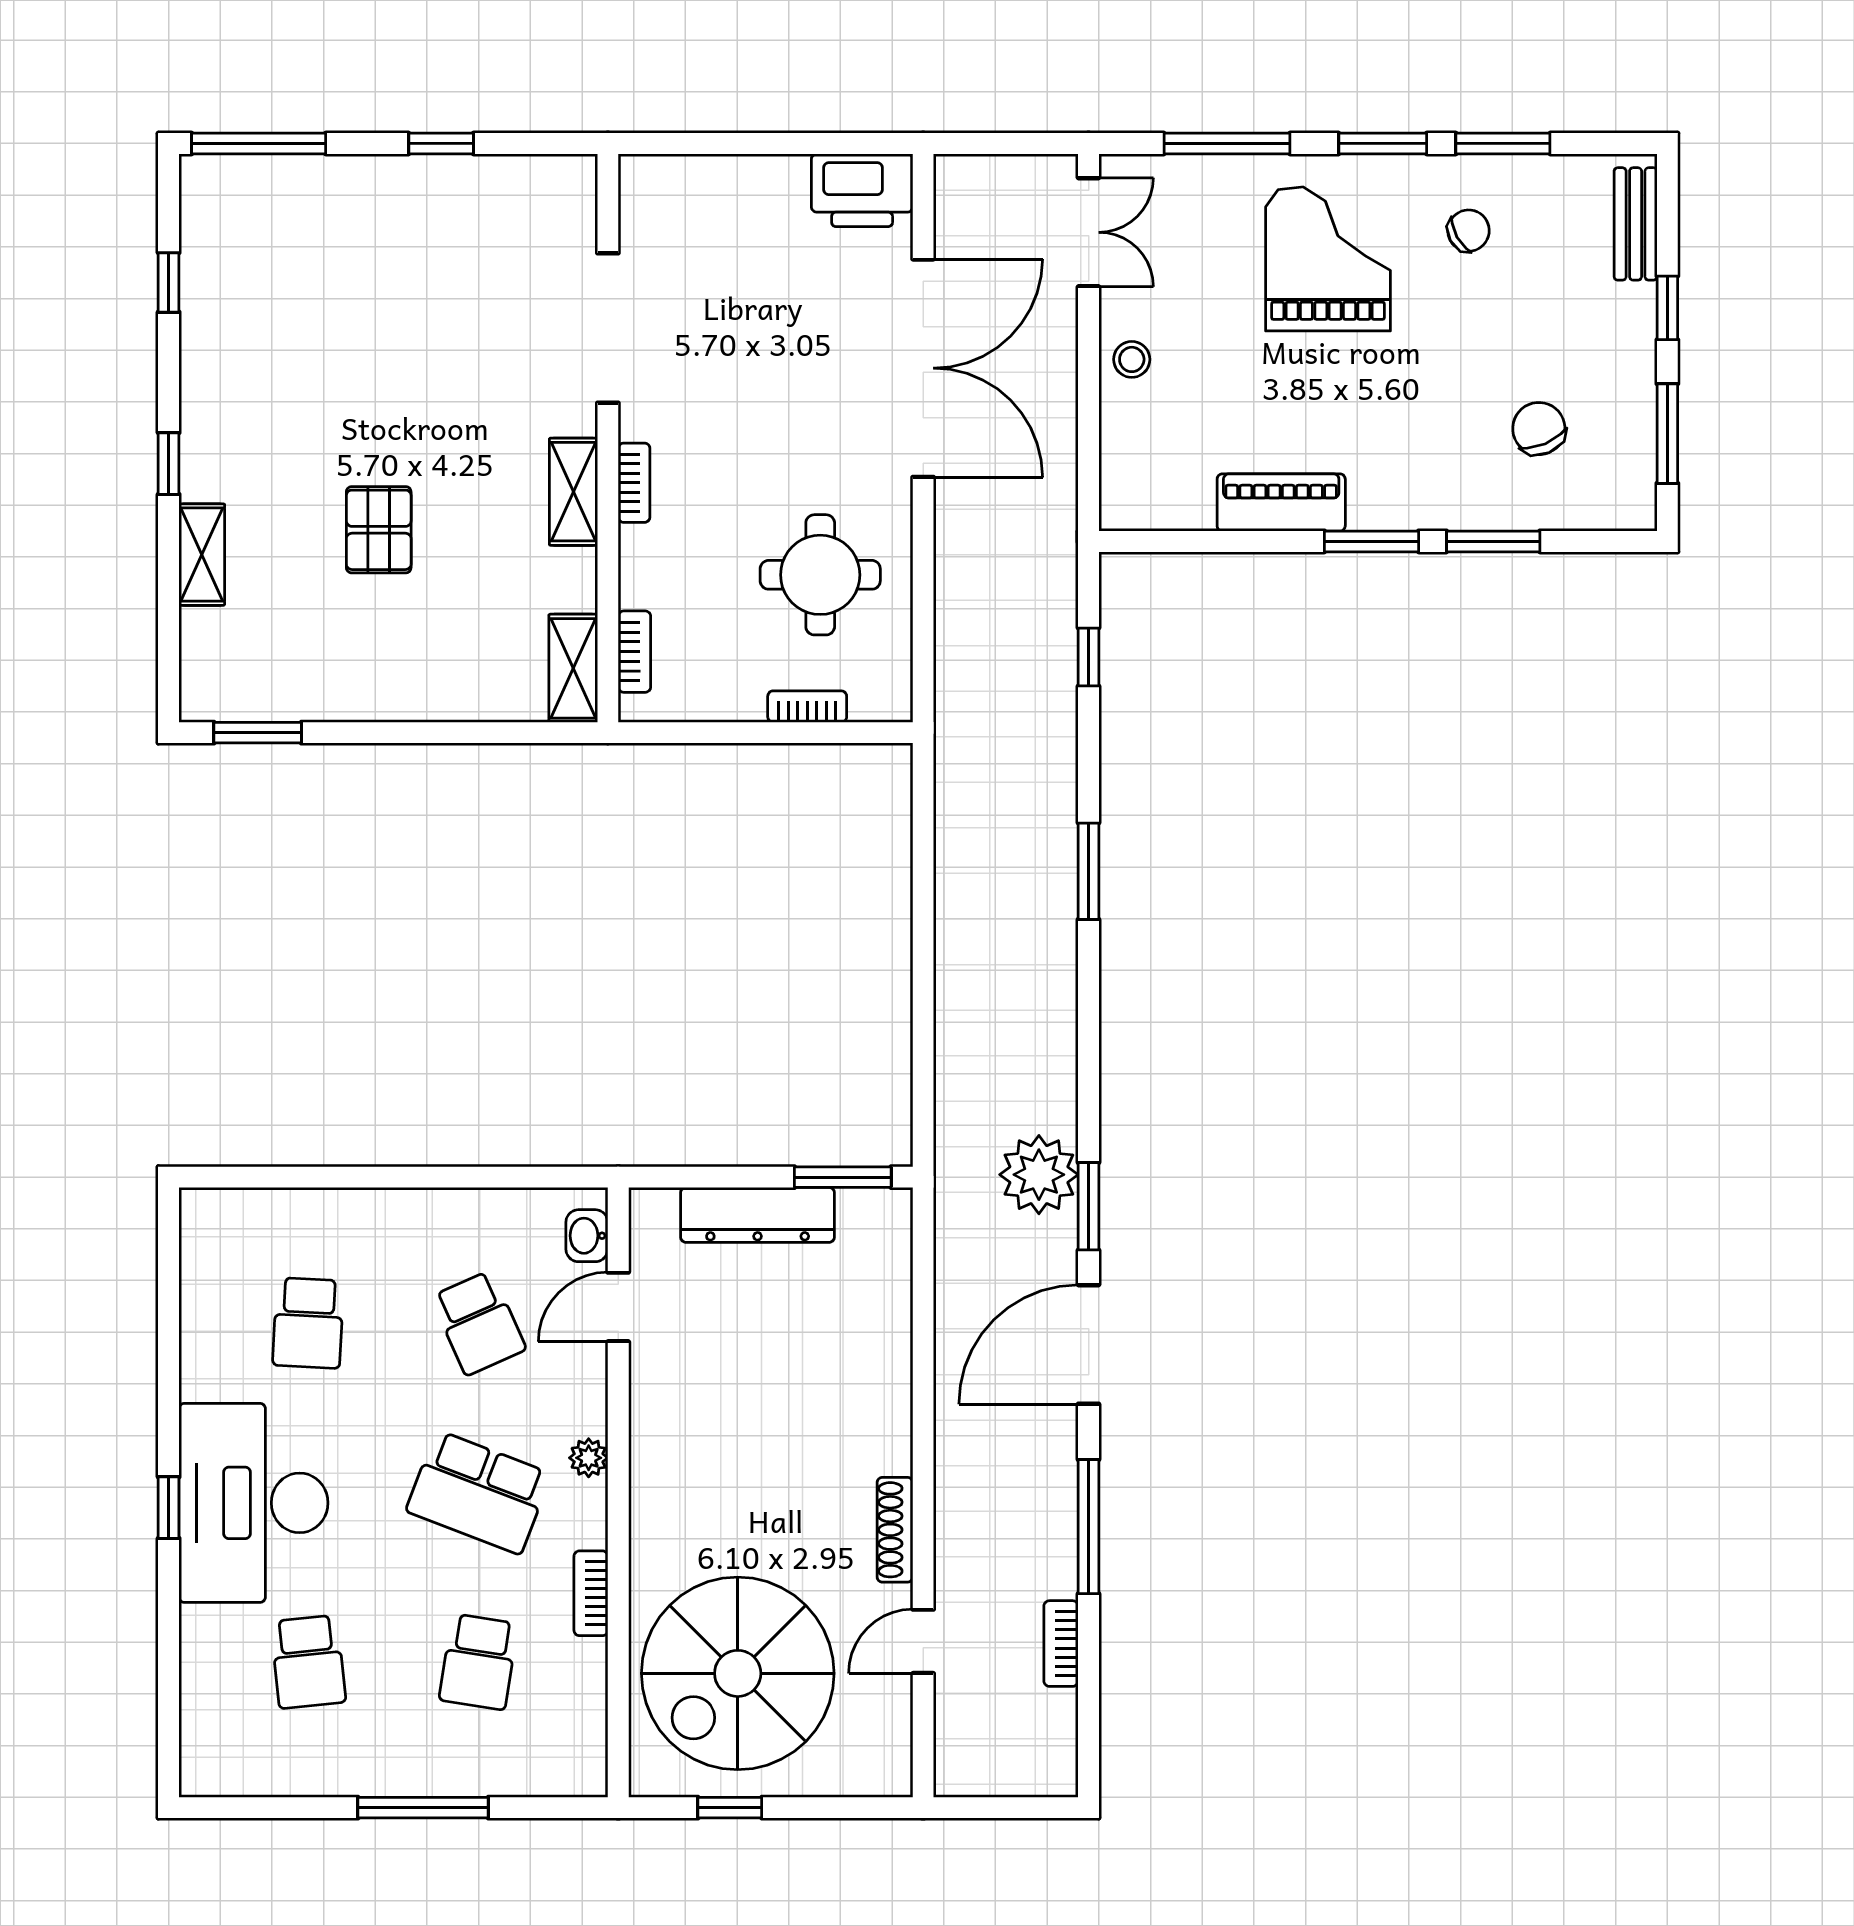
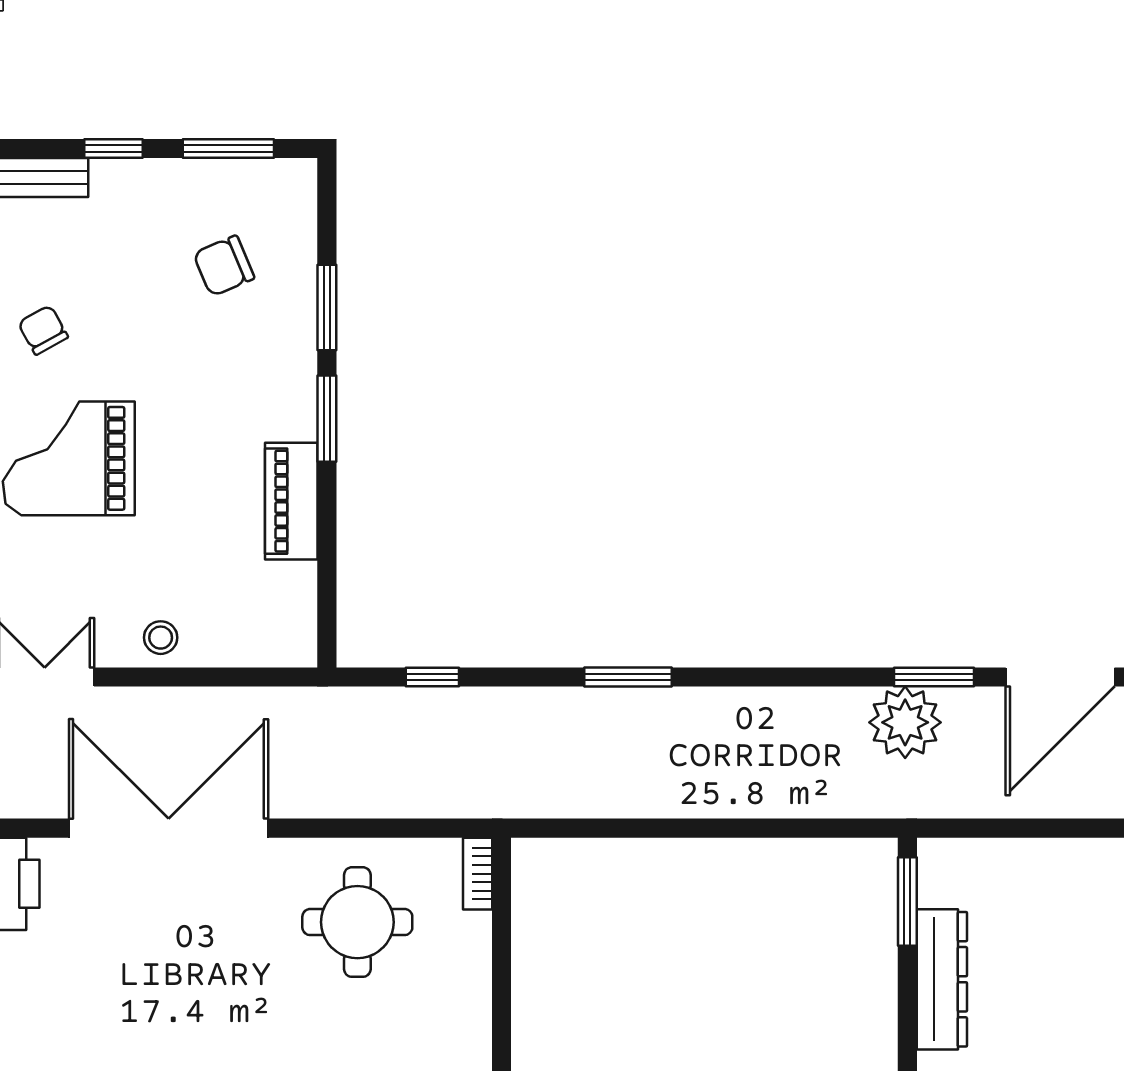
bookcase: (807, 707) -> (478, 874), moved
door: (1089, 1344) -> (1060, 677), hinge flipped

